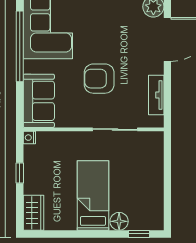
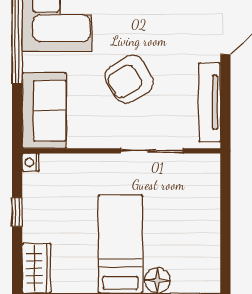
armchair: (99, 79) -> (129, 79), turned -30
tv unit: (156, 95) -> (210, 102), width x1.41

